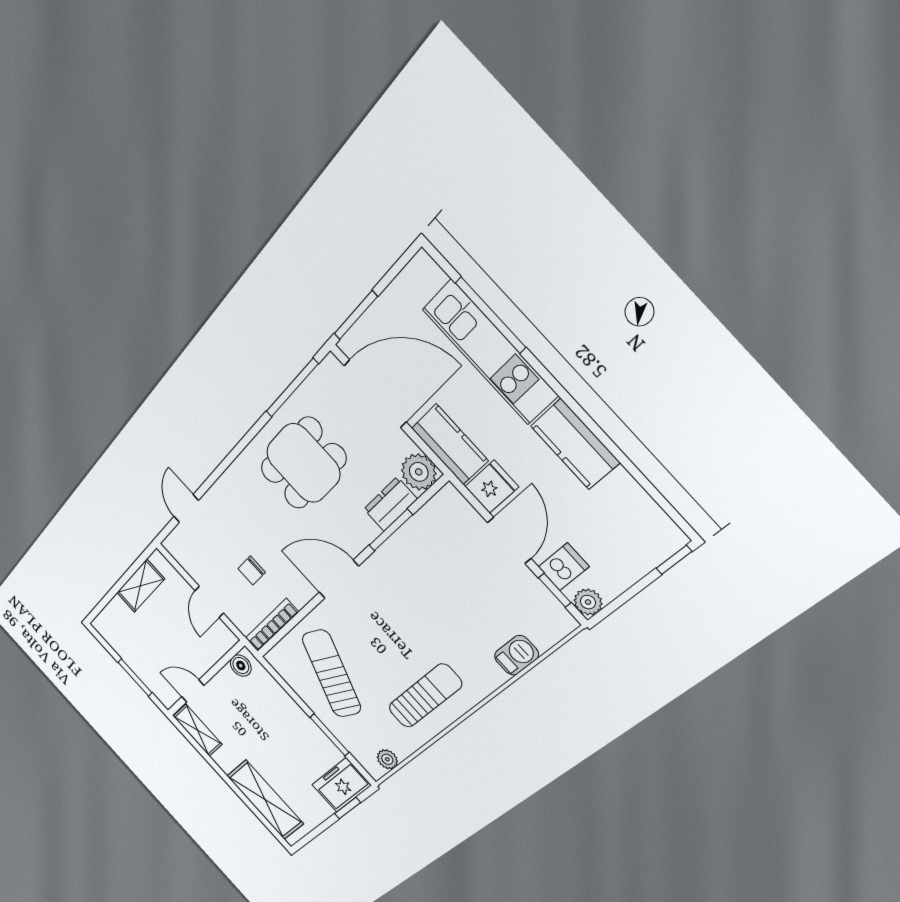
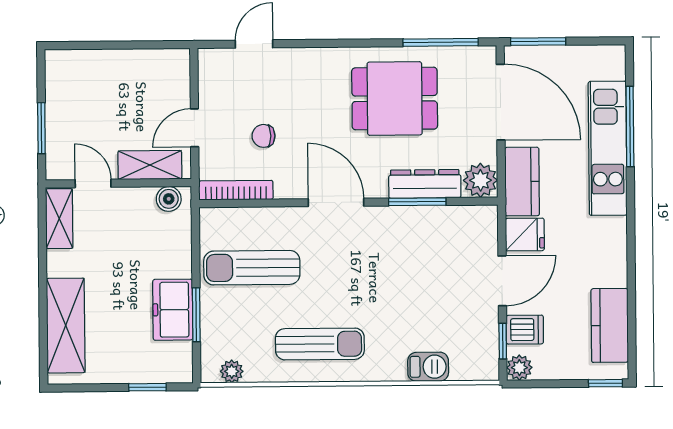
kitchen counter: (575, 444) -> (610, 325), moved
dresser: (390, 504) -> (425, 184), width x1.44
shelving: (140, 586) -> (150, 165), moved
sun lounger: (332, 674) -> (252, 268), turned -113
freezer: (341, 785) -> (173, 310), moved, turned -90

